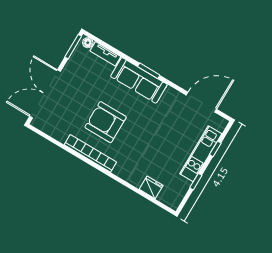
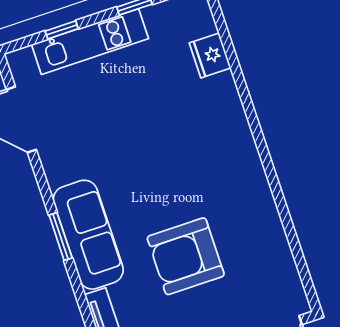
armchair: (106, 122) -> (186, 256), moved, turned 90
bookcase: (90, 153) -> (258, 187), removed

